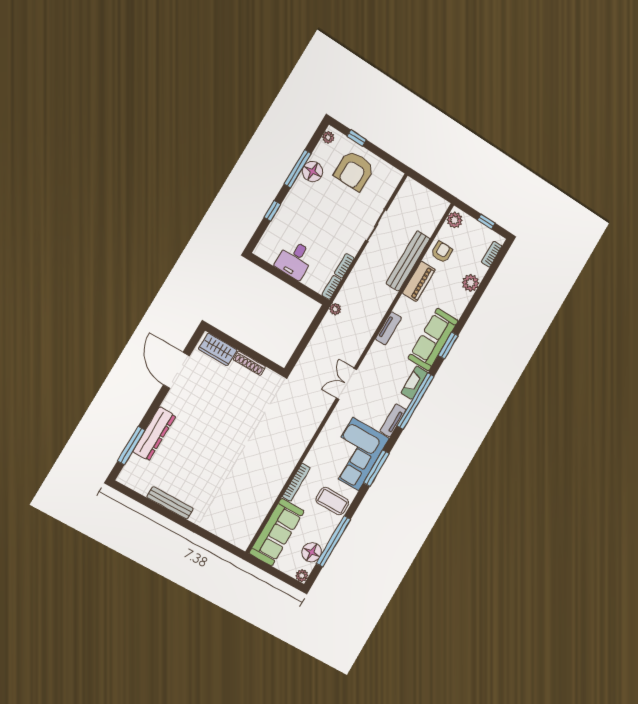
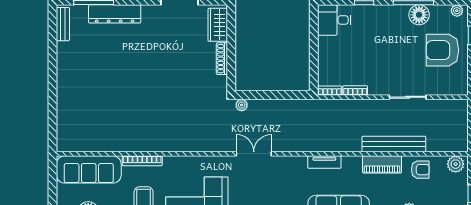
desk: (295, 260) -> (334, 20), moved
plant: (335, 309) -> (242, 105), moved
bench: (170, 503) -> (63, 24), moved, width x0.73

